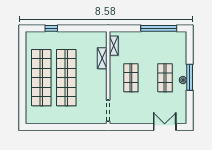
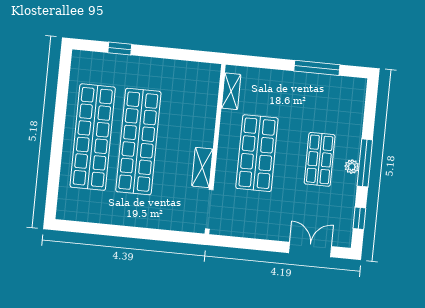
window: (159, 28) -> (317, 68), width x0.68
shelving: (102, 58) -> (202, 168), moved
shop shelf: (131, 78) -> (257, 153), width x1.43, depth x1.36
window: (190, 107) -> (359, 218), added

